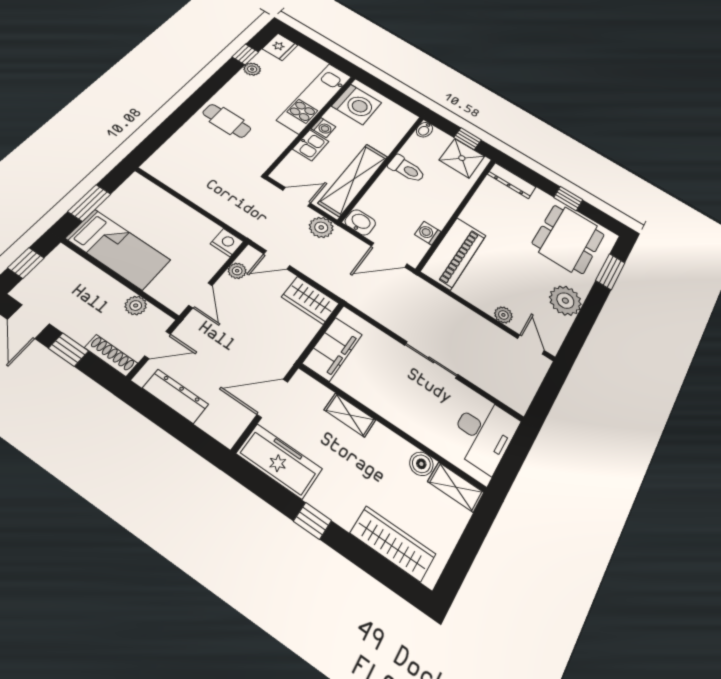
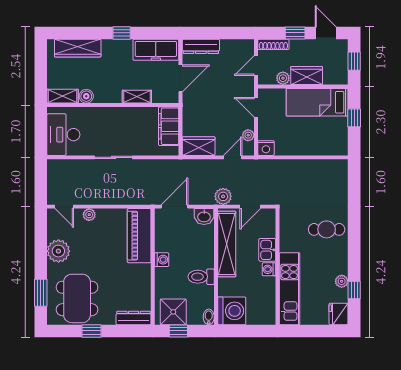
washing machine: (357, 104) -> (232, 311), moved, turned 180
window: (89, 203) -> (354, 118), width x0.67
washing machine: (428, 233) -> (162, 260), moved
wardrobe: (102, 288) -> (307, 76), added
dresser: (175, 396) -> (201, 46), moved

